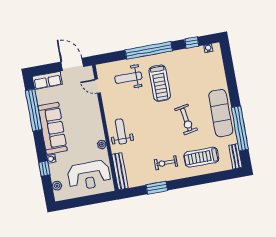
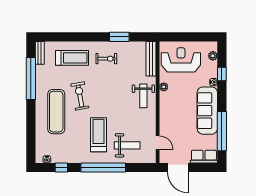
exercise mat: (221, 113) -> (56, 112), moved

